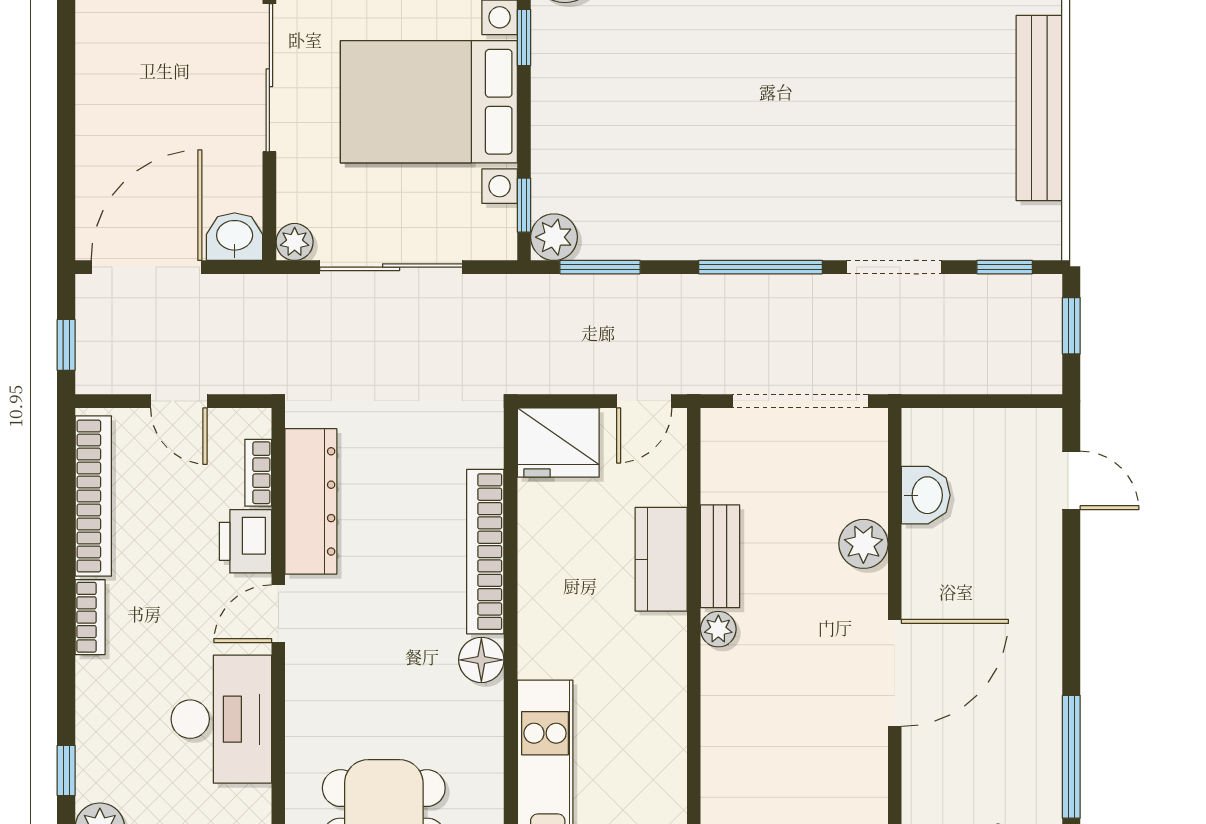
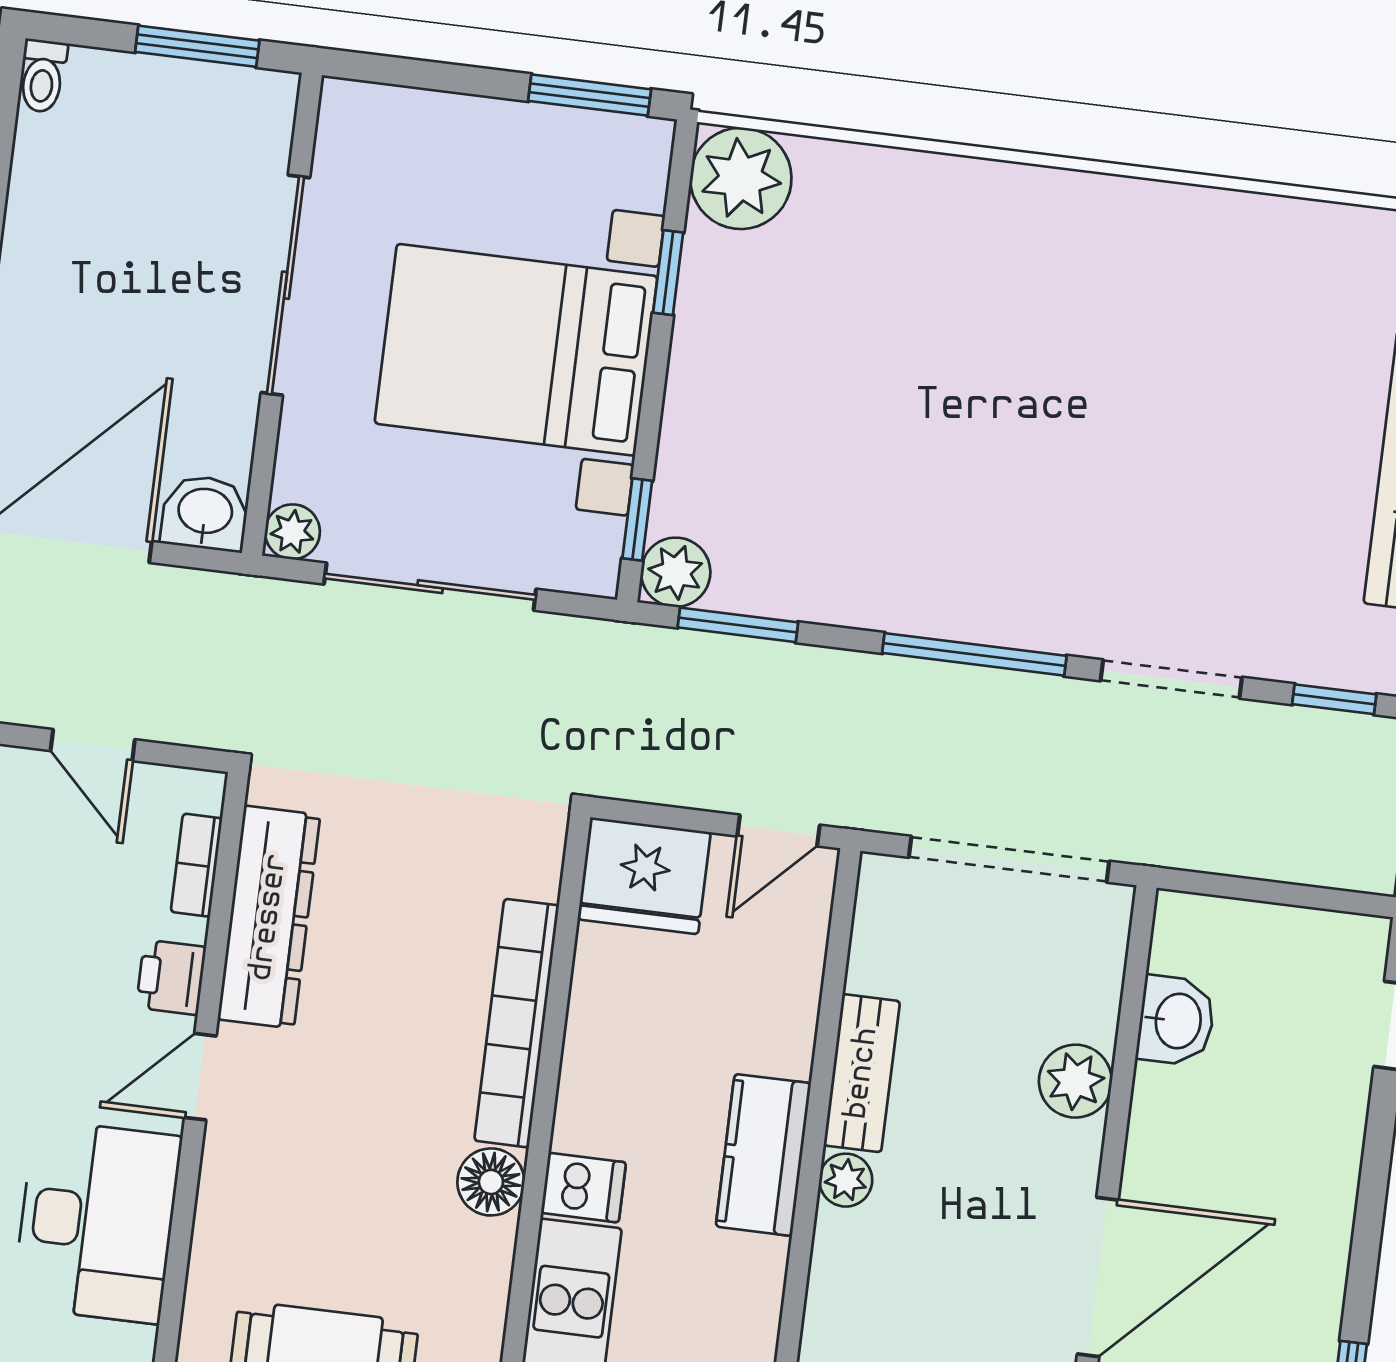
printer: (245, 541) -> (171, 977), width x0.73, depth x0.81
kitchen counter: (661, 559) -> (763, 1155), moved
dishwasher: (544, 656) -> (584, 1188), added

